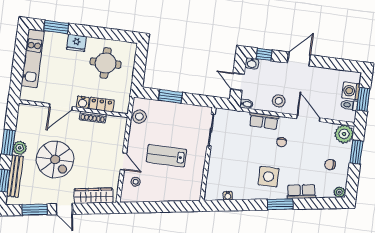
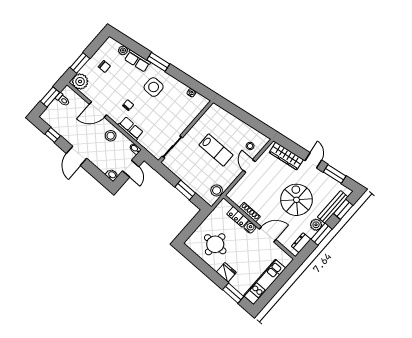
window: (264, 54) -> (53, 135), moved
door: (299, 59) -> (77, 156), hinge flipped
washing machine: (351, 91) -> (55, 109), removed
door: (308, 118) -> (98, 110), hinge flipped
dresser: (22, 120) -> (301, 243), added
plant: (339, 192) -> (123, 50), moved

